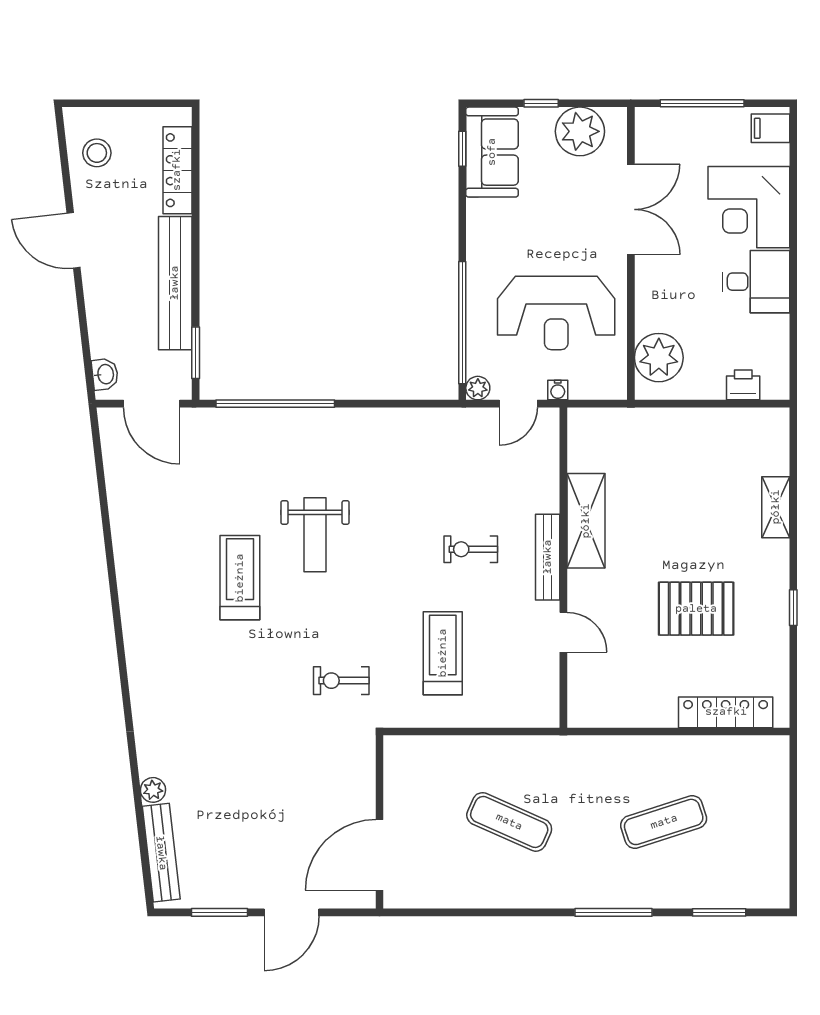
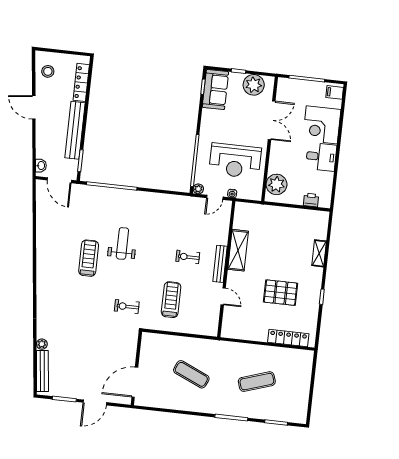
weight bench: (315, 535) -> (122, 243), turned 180

